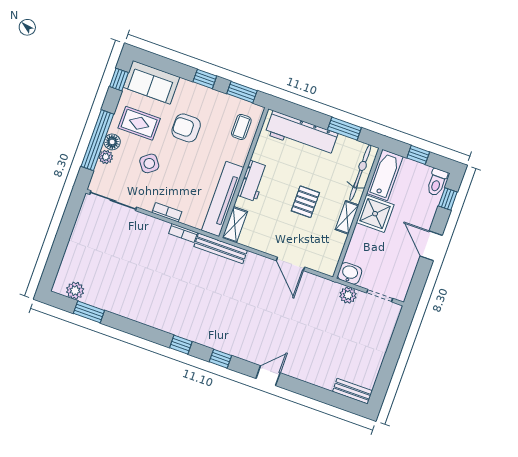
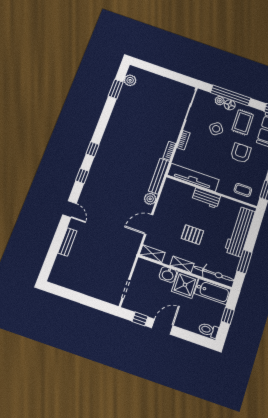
window: (448, 199) -> (140, 319), moved
shelving: (235, 225) -> (152, 254), moved
washbasin: (350, 273) -> (168, 274), moved, turned 90
plant: (348, 295) -> (150, 199), moved
bench: (353, 391) -> (67, 242), moved

